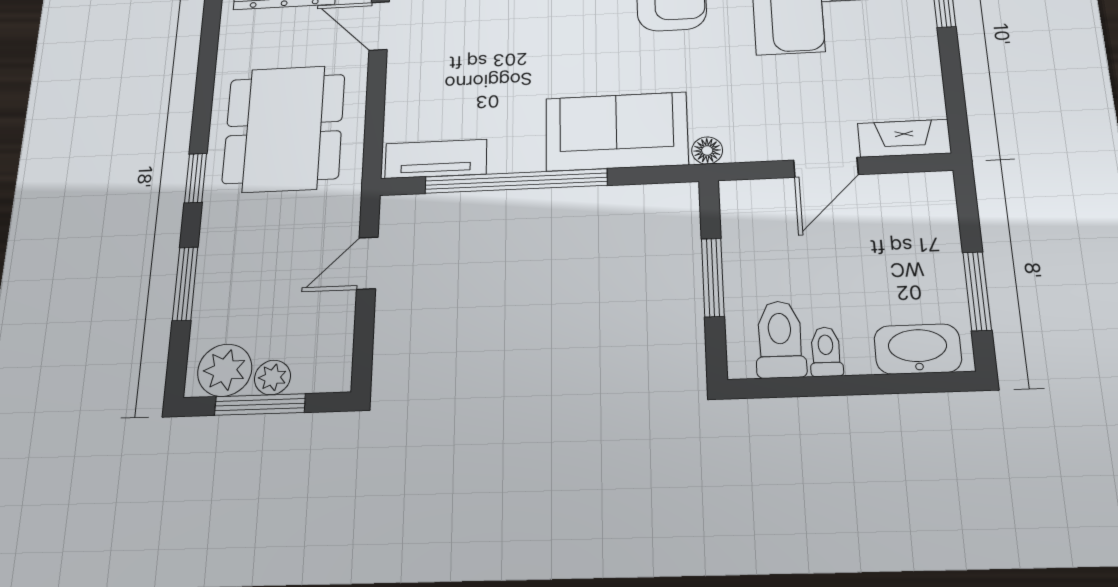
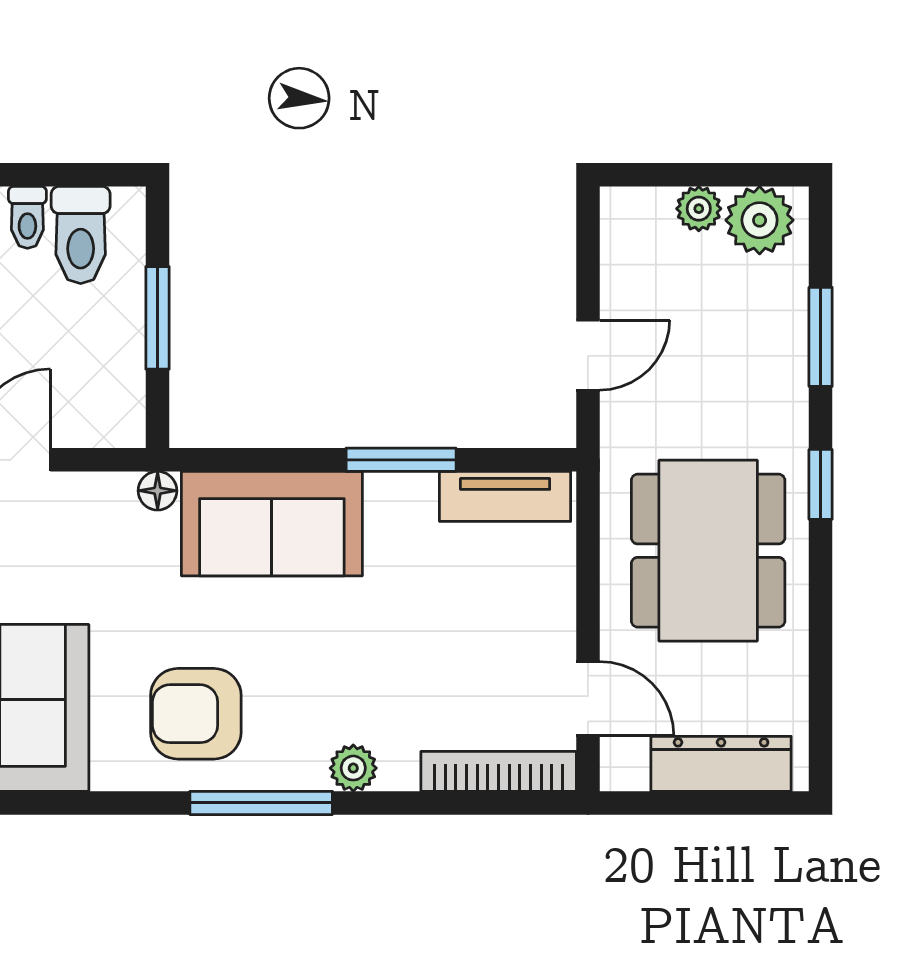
window: (516, 181) -> (401, 460), width x0.47
window: (260, 404) -> (712, 175), removed

